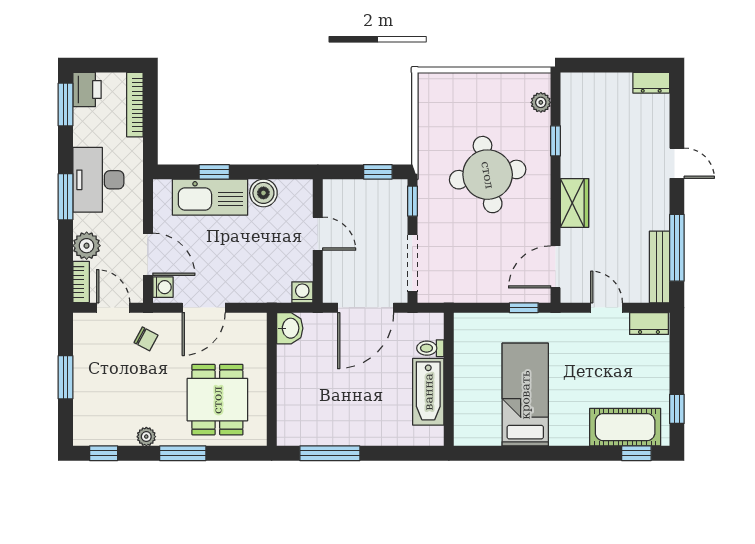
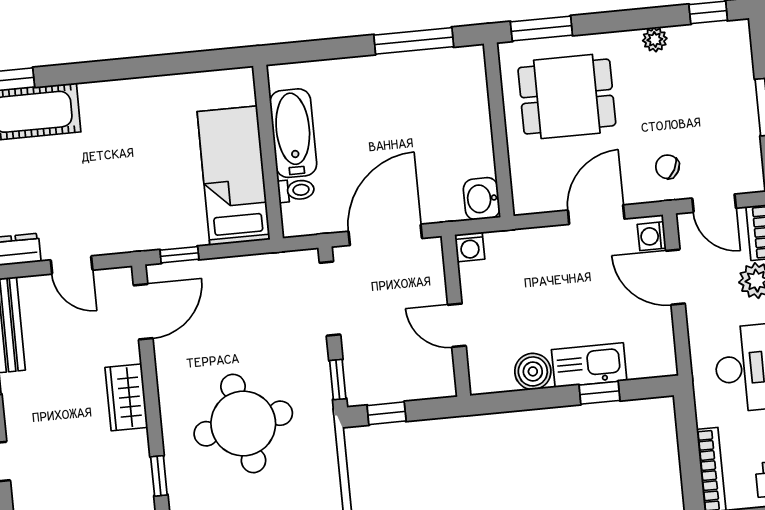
kitchen sink: (210, 197) -> (589, 365), width x0.73, depth x0.81
bed: (525, 395) -> (234, 176), moved, turned 180
dining table: (217, 400) -> (567, 97), turned 90
window: (183, 453) -> (541, 29), moved

